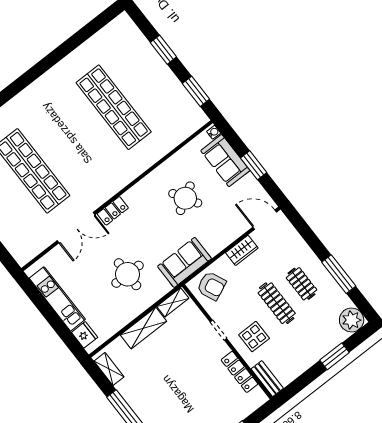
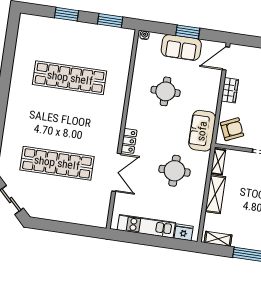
sofa: (225, 161) -> (181, 47), moved
round table: (185, 198) -> (166, 91), turned 31

